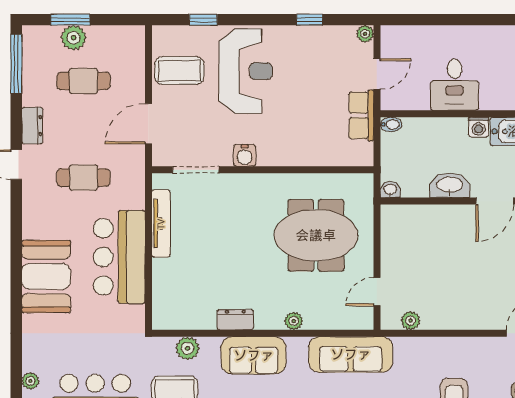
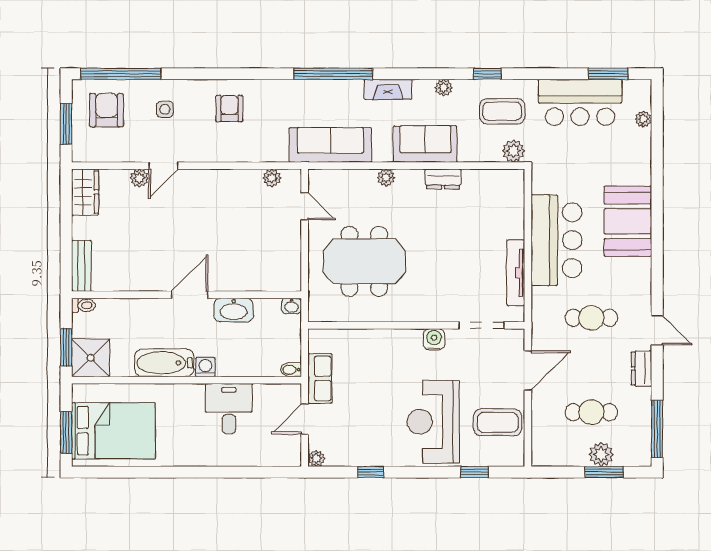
door: (377, 292) -> (305, 206), hinge flipped
plant: (188, 348) -> (513, 151), moved

